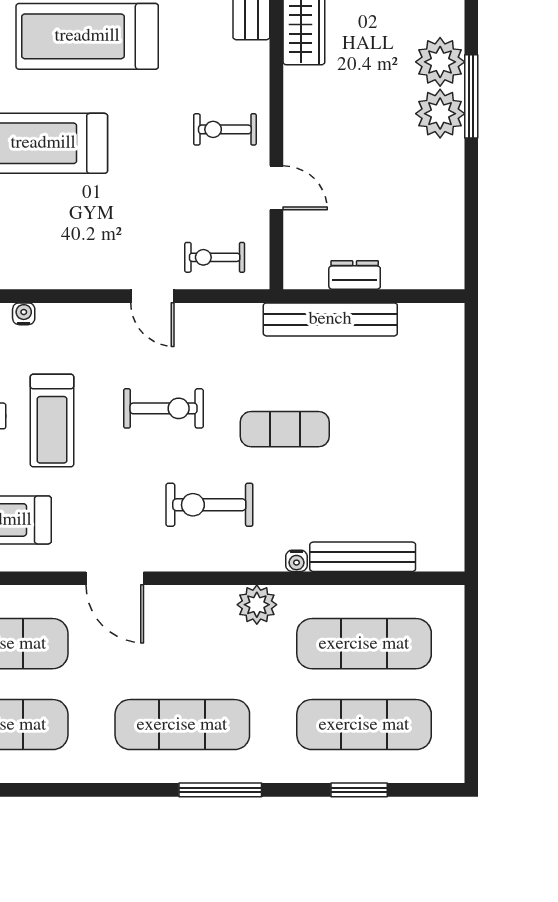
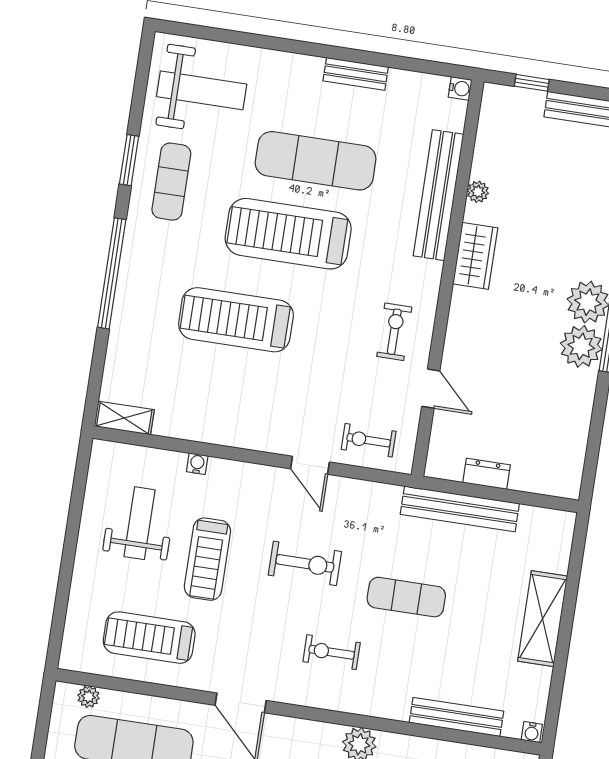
exercise bike: (225, 129) -> (394, 332), turned 90
shelving: (443, 430) -> (543, 619), added
exercise bike: (209, 505) -> (332, 652), width x0.73, depth x0.72
water cooler: (296, 561) -> (532, 732), moved

